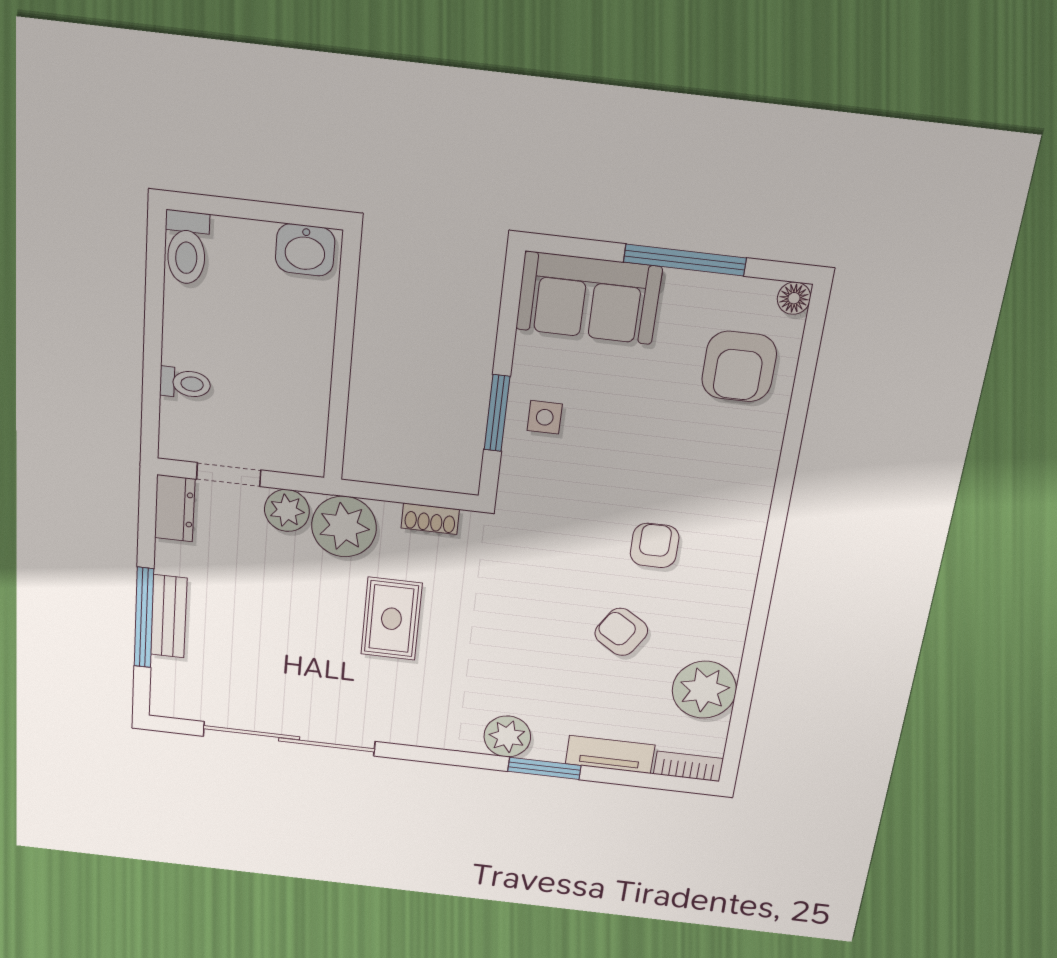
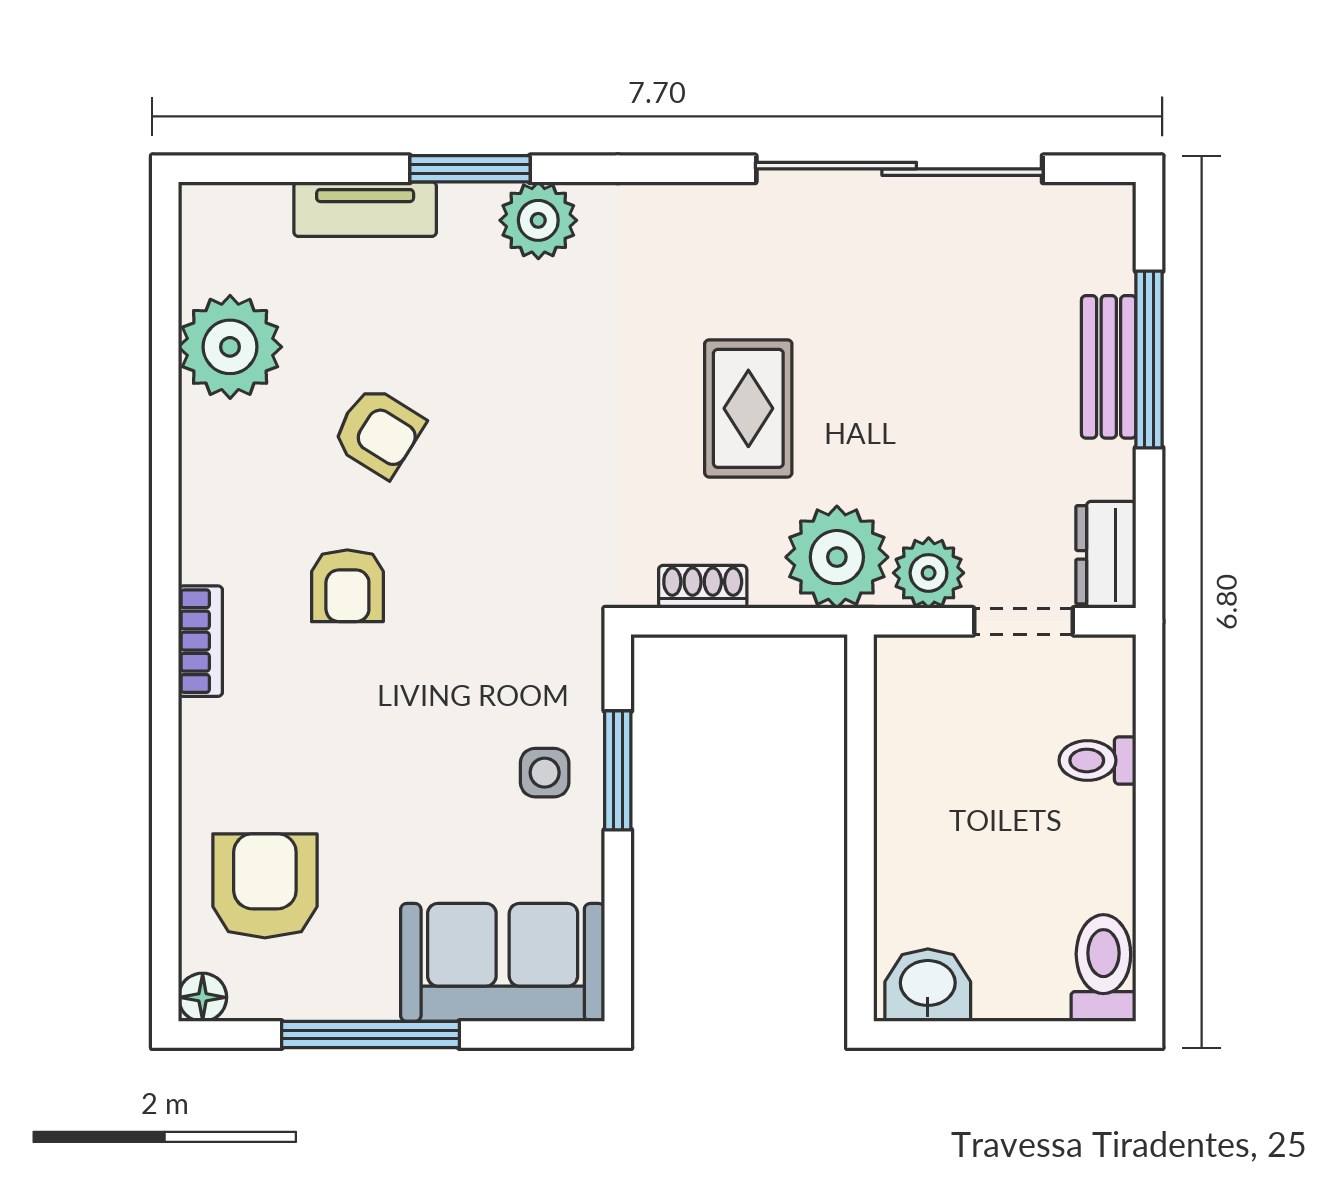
bookcase: (688, 766) -> (200, 641), moved, turned -90

